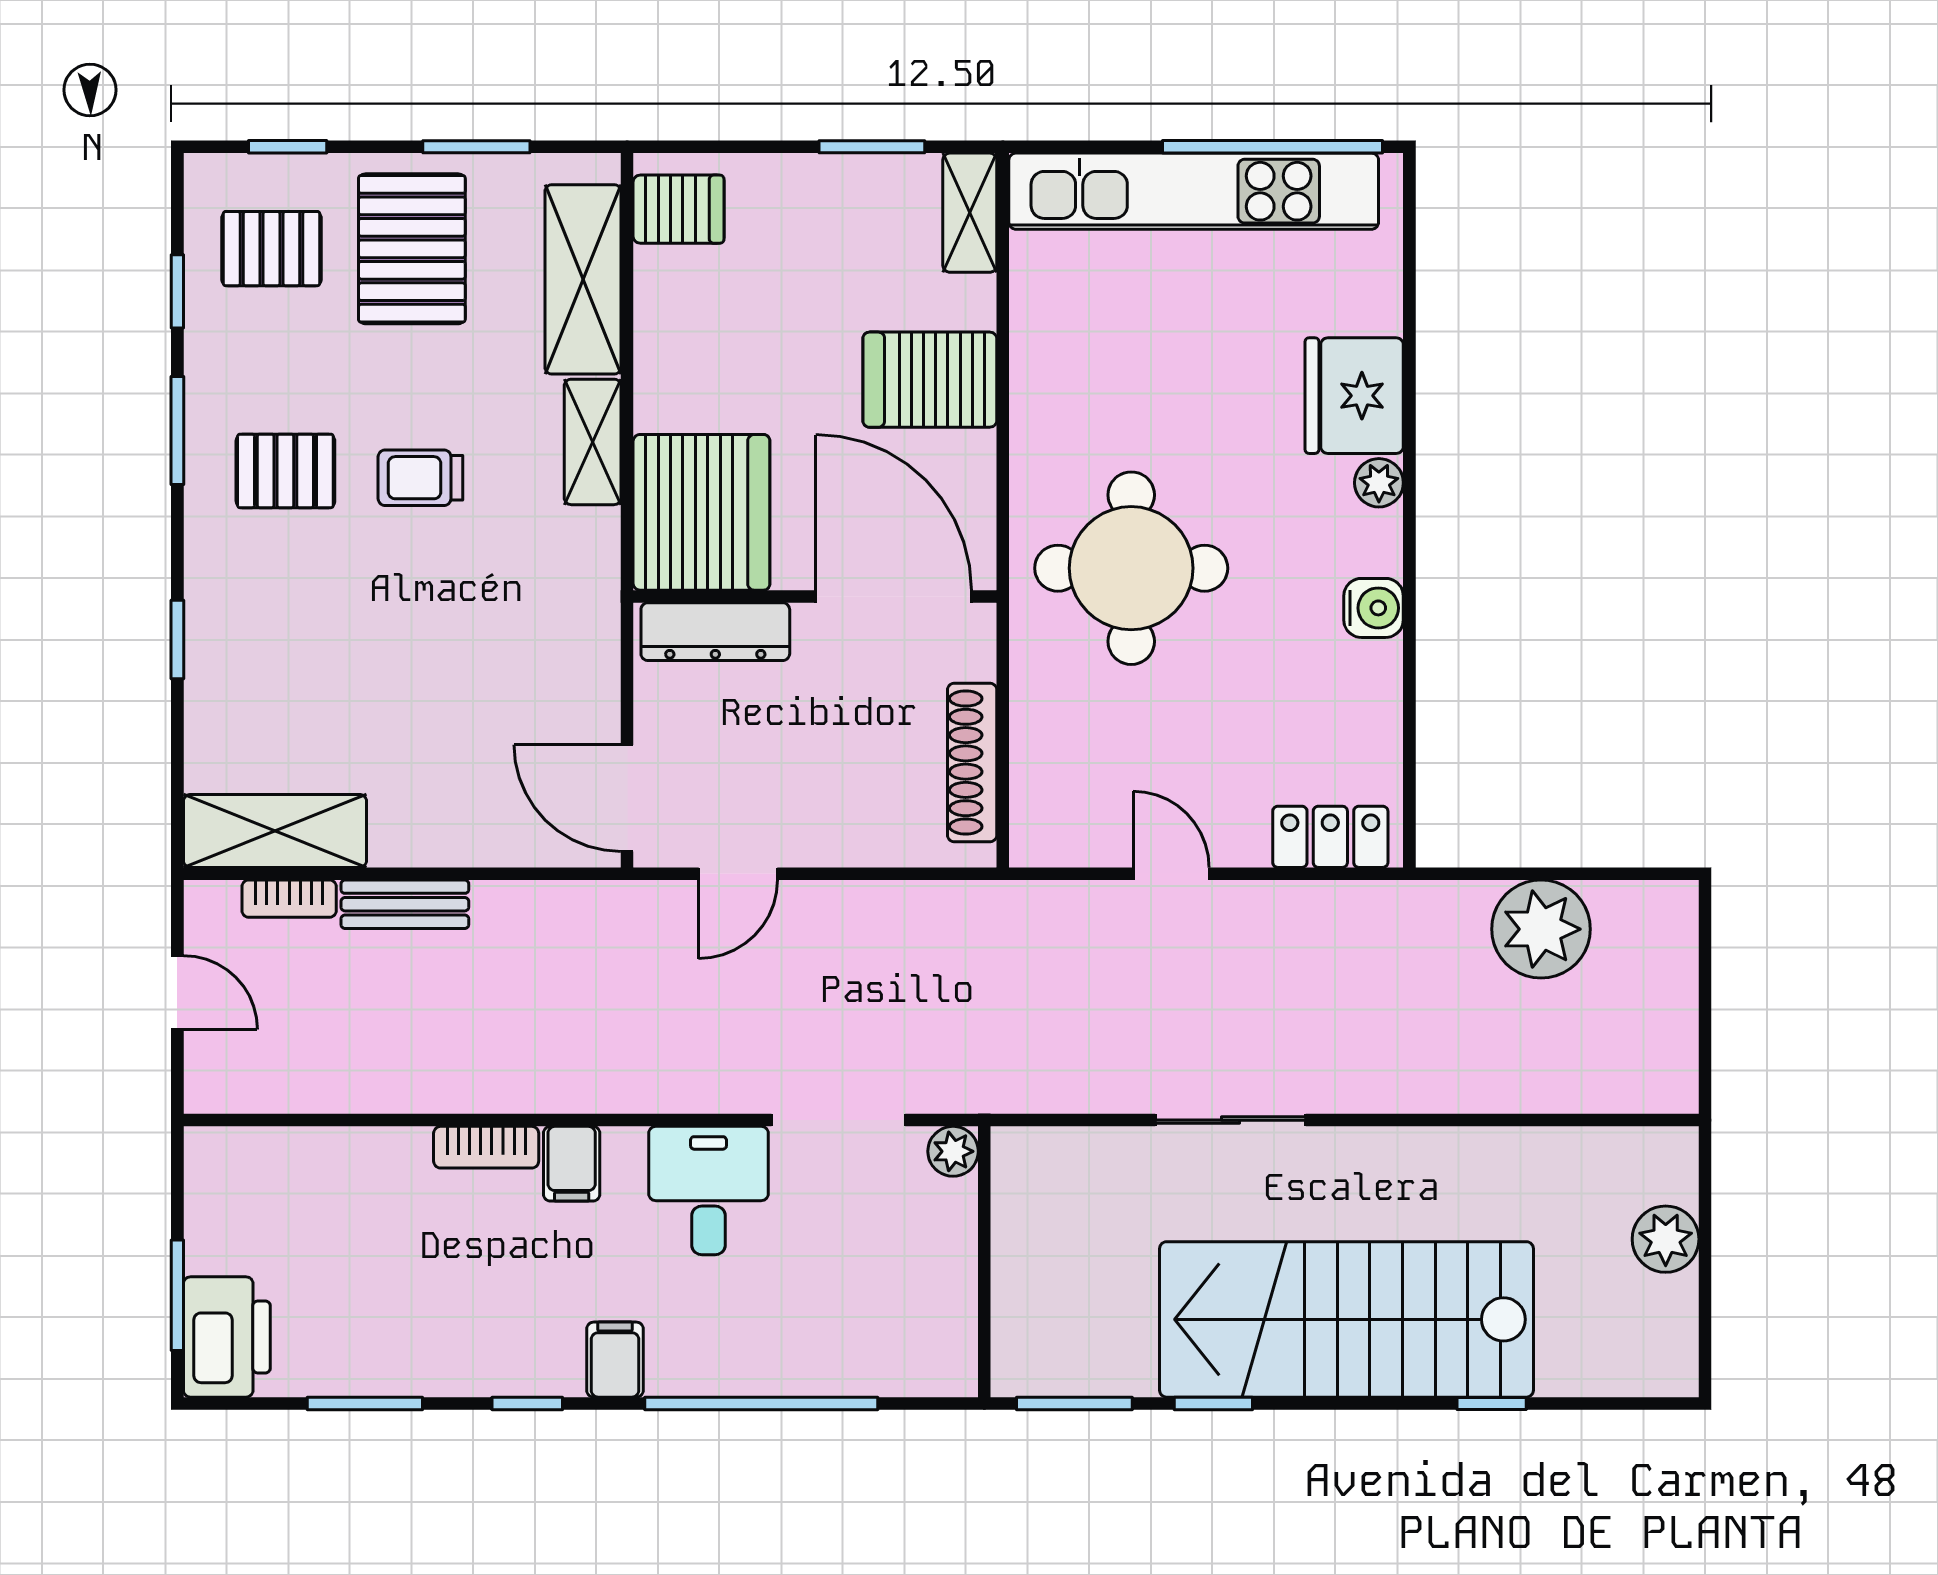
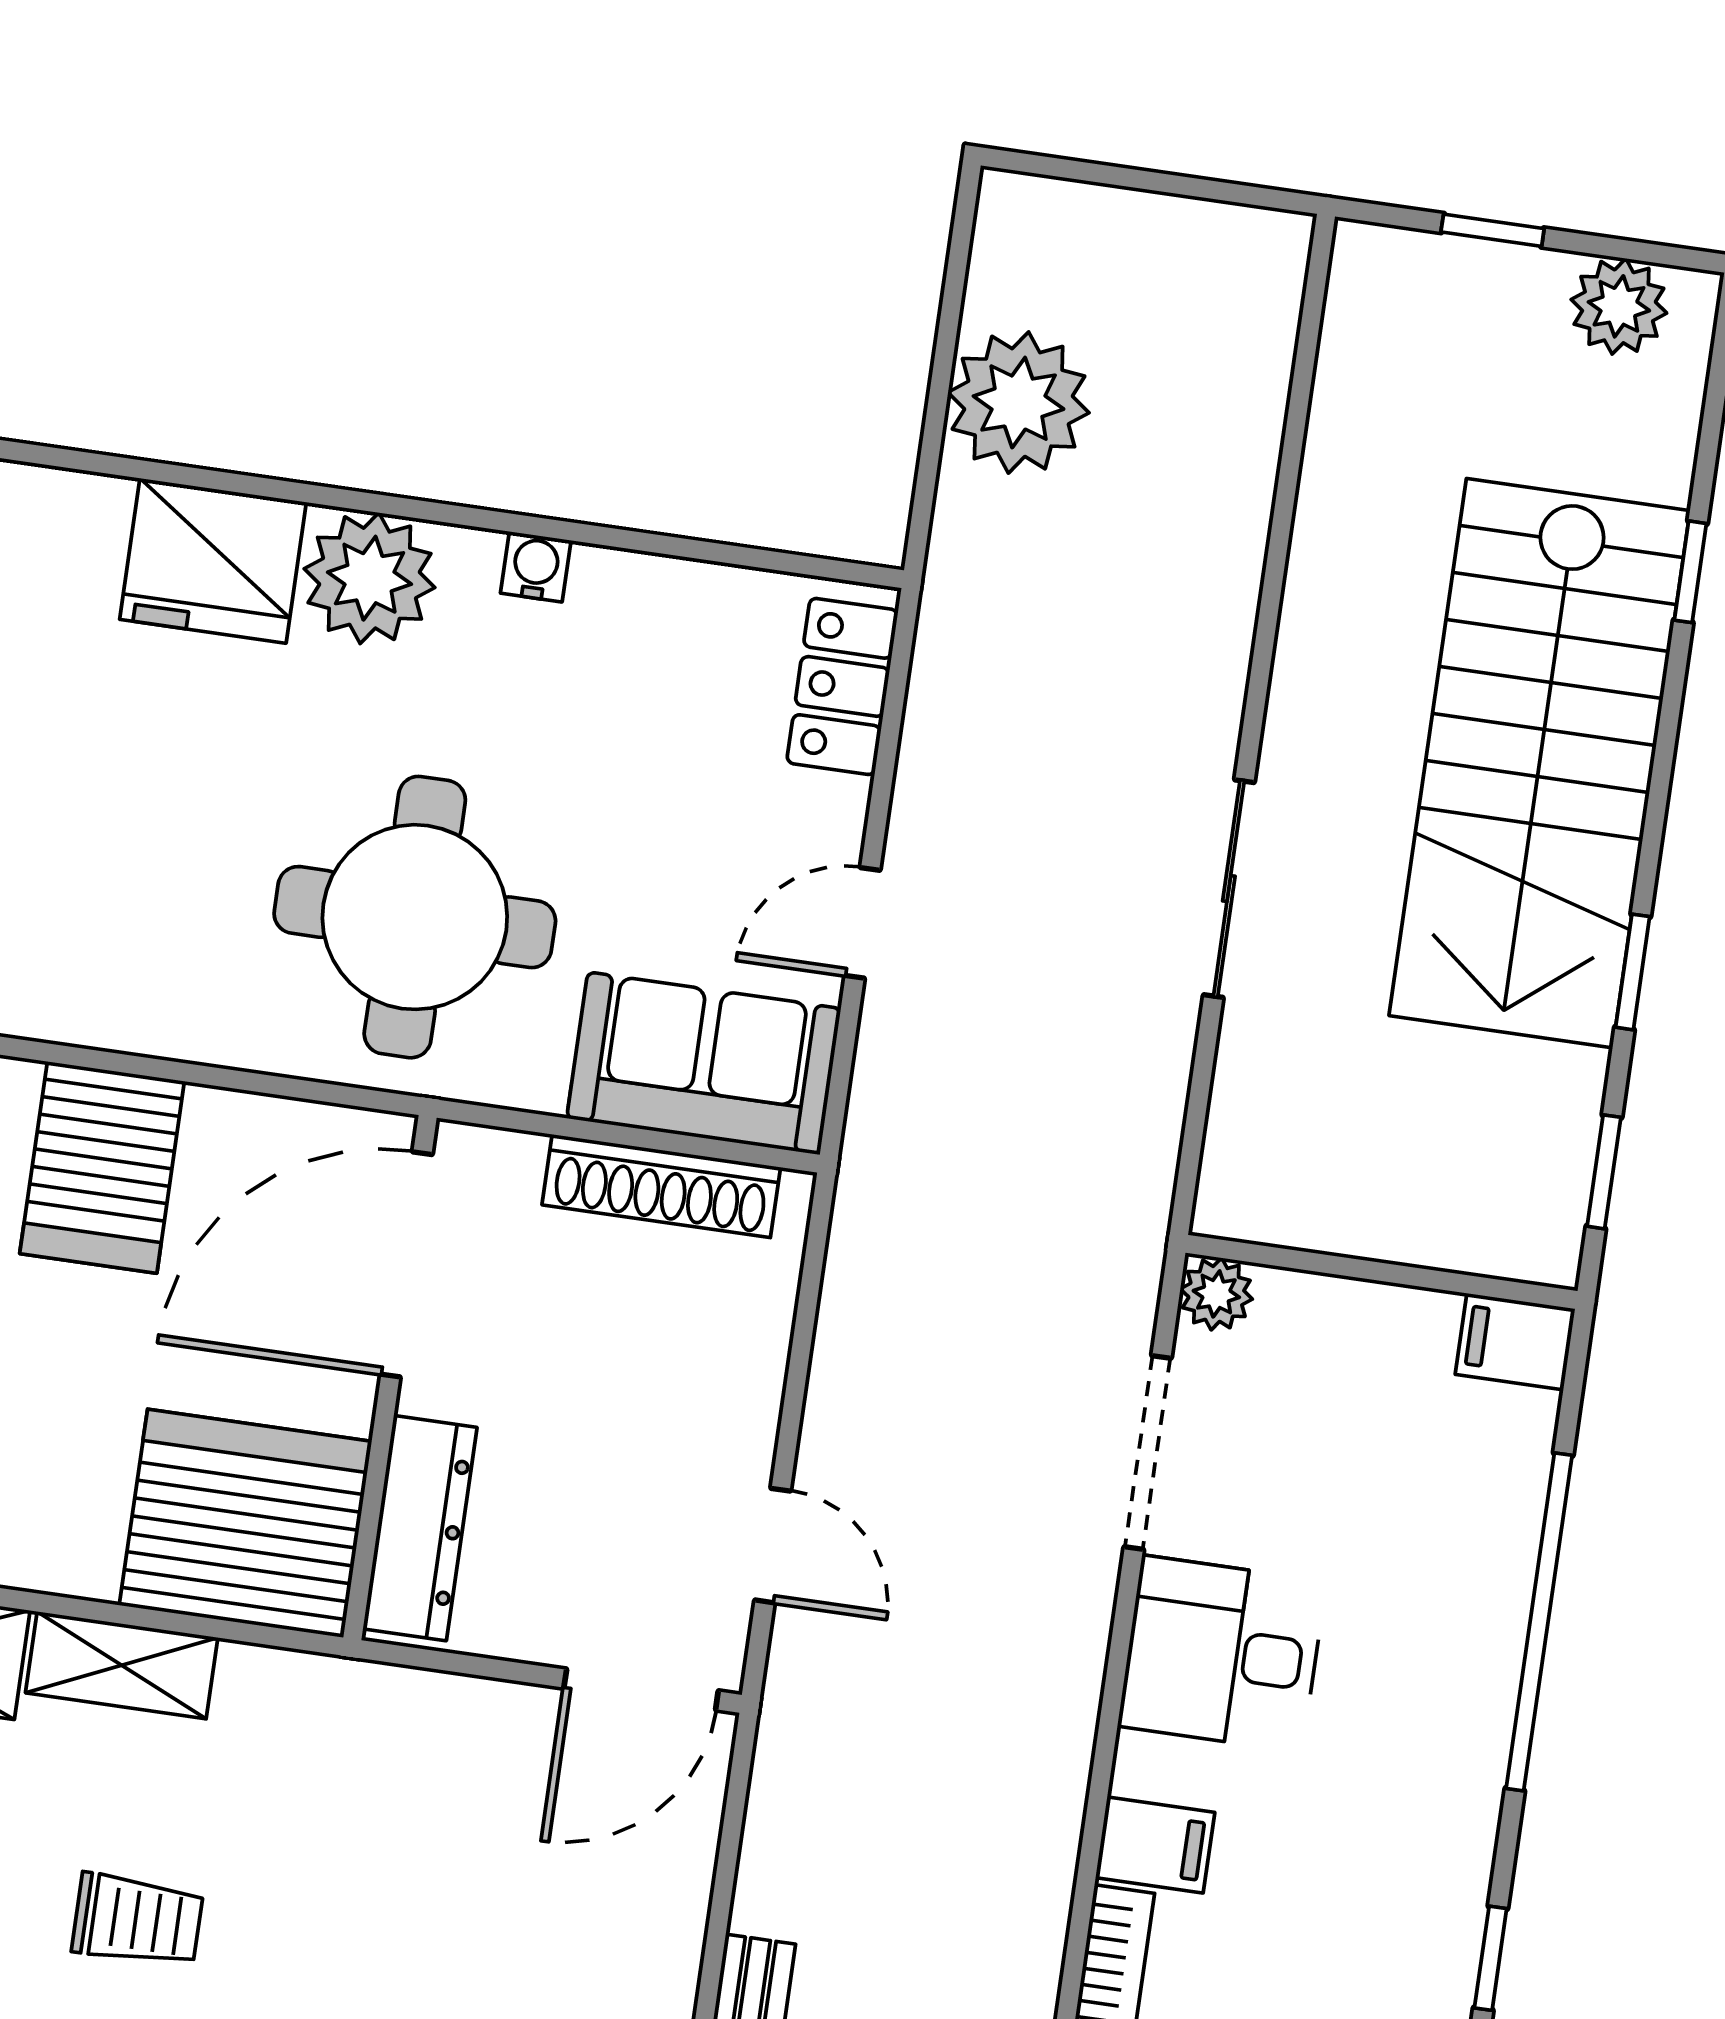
trolley: (420, 478) -> (137, 1920), turned -90
plant: (1379, 483) -> (370, 578), width x1.88, depth x1.88
water cooler: (1374, 608) -> (536, 567), width x0.72, depth x0.72
sofa: (1060, 779) -> (704, 1063), added
window: (1705, 1235) -> (1493, 230), added
plant: (1666, 1239) -> (1619, 306), moved
filing cabinet: (615, 1360) -> (1515, 1342), moved
window: (1074, 1403) -> (1604, 1172), width x0.67

